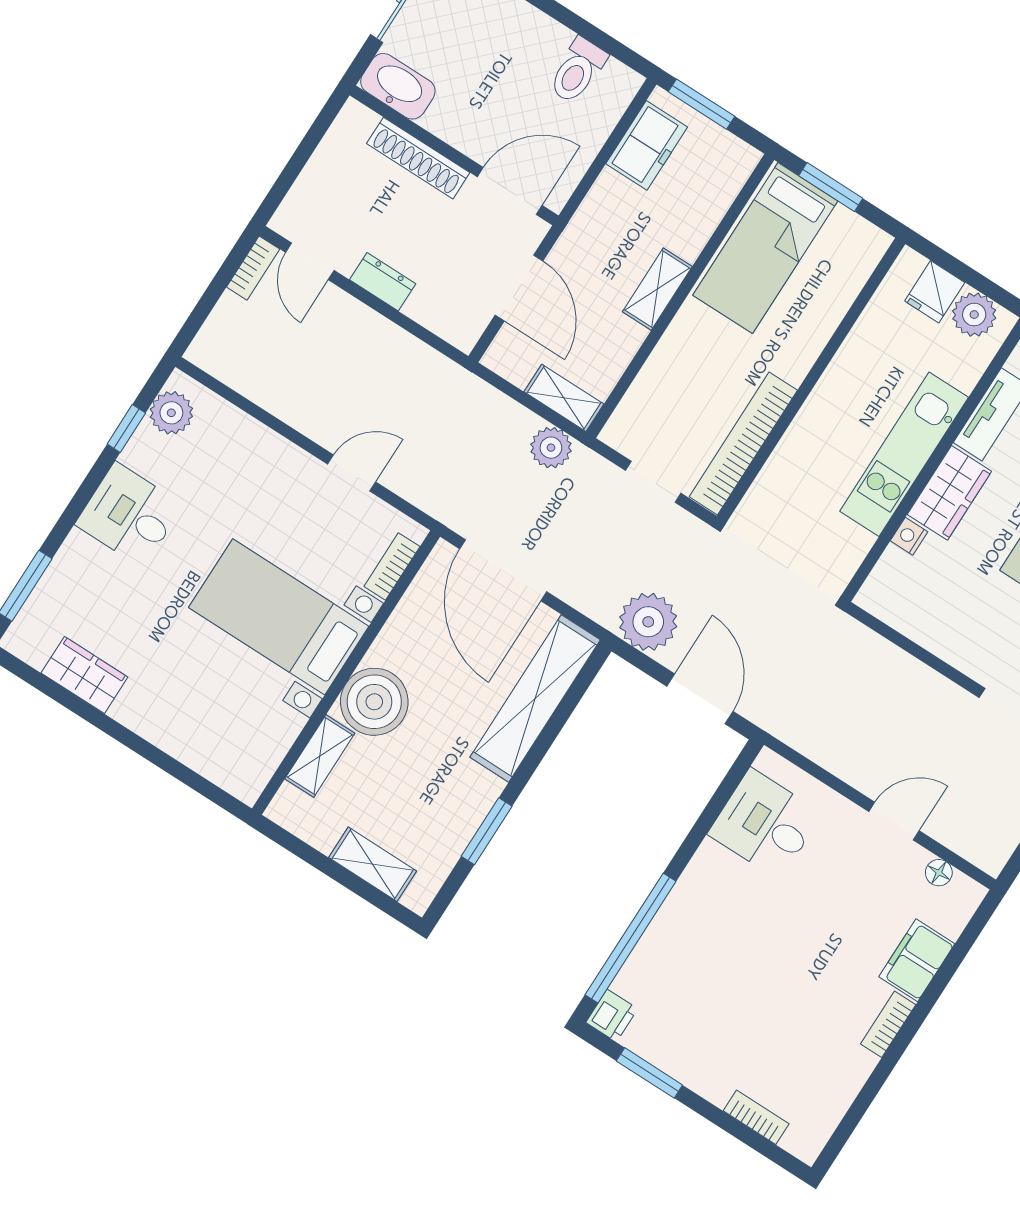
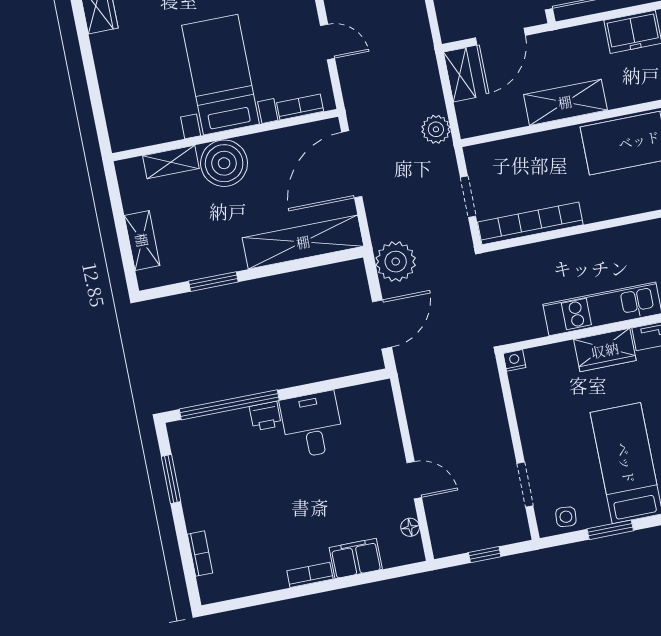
shelving: (657, 289) -> (565, 102), width x1.50, depth x1.33
shelving: (564, 398) -> (460, 75), moved
nightstand: (909, 536) -> (515, 360), moved
desk: (765, 824) -> (312, 425), moved
printer: (612, 1016) -> (265, 416), moved

